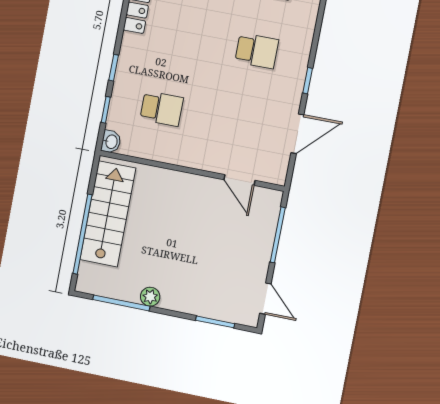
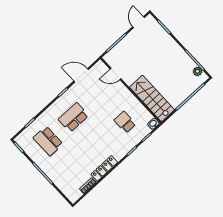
school desk: (257, 51) -> (73, 117), width x1.85
door: (239, 180) -> (116, 74), swing flipped
stairs: (108, 214) -> (152, 98), moved, turned 90
plant: (150, 297) -> (197, 71), moved

